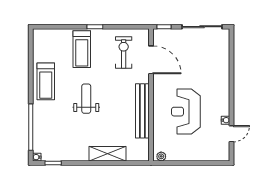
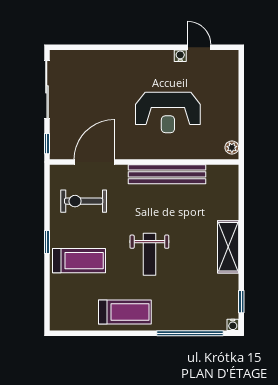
weight bench: (86, 99) -> (149, 254), turned -90
shelving: (108, 154) -> (228, 247), moved

